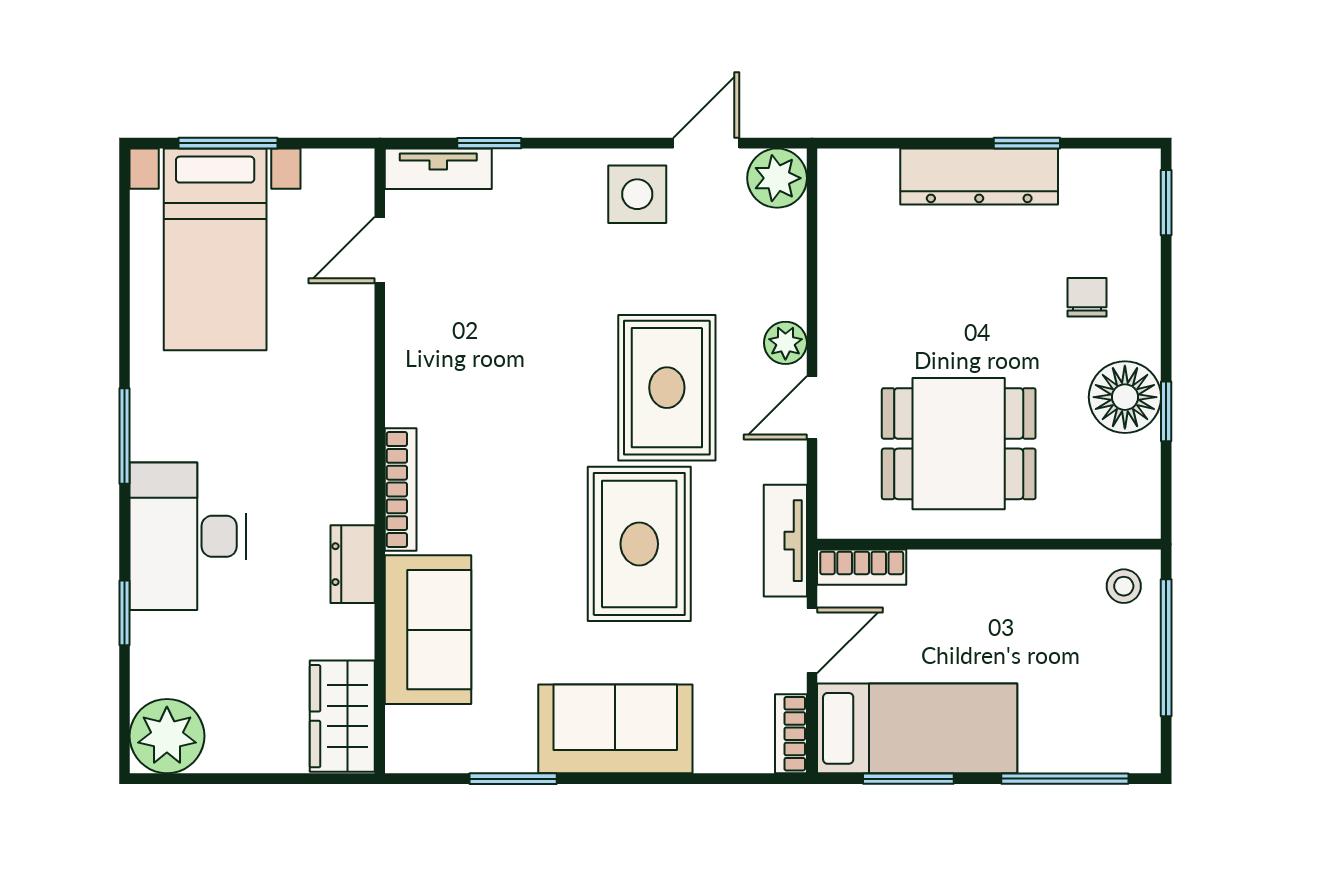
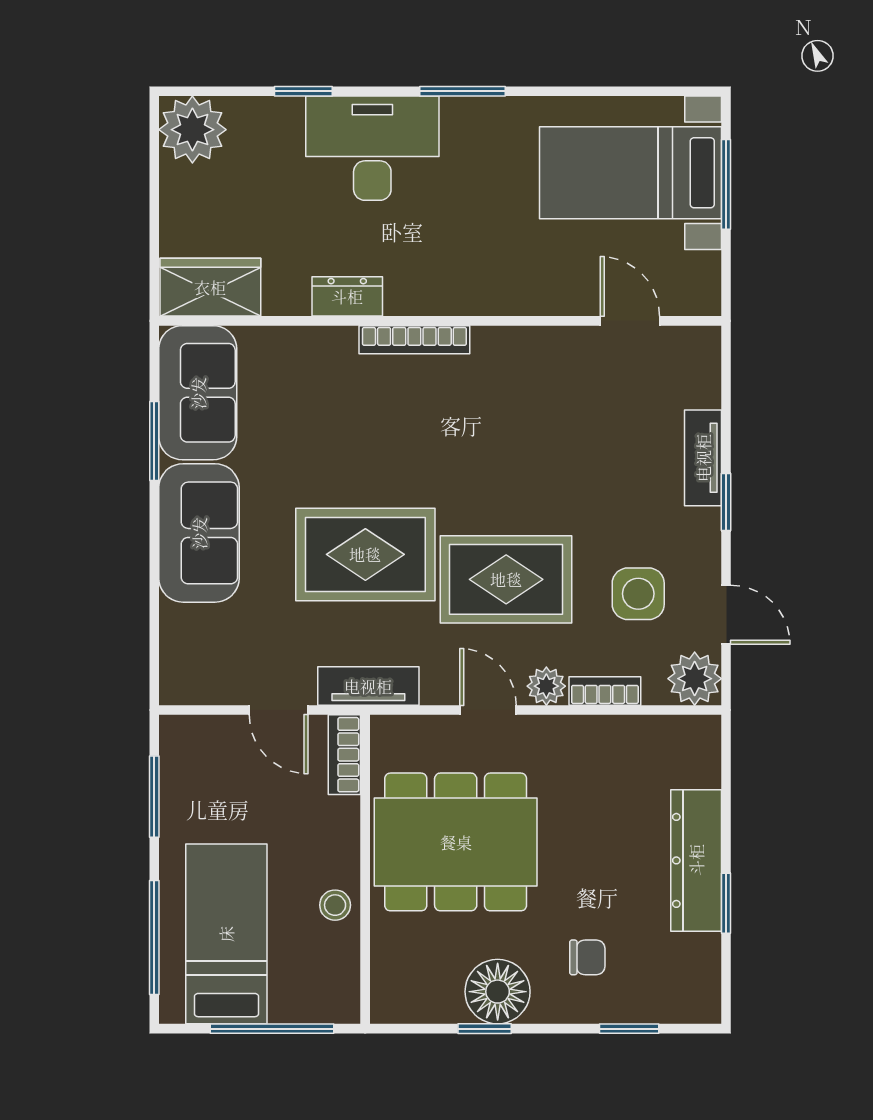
window: (489, 143) -> (726, 502), moved
tv unit: (438, 169) -> (703, 458), moved
side table: (637, 194) -> (638, 594), moved
window: (1166, 203) -> (629, 1029), moved
dining table: (959, 444) -> (456, 842), width x1.38
stool: (1124, 586) -> (335, 905), moved
sofa: (428, 630) -> (198, 393), moved, turned -90
bed: (917, 728) -> (226, 934), moved, turned 180
bookcase: (791, 734) -> (605, 691), moved

